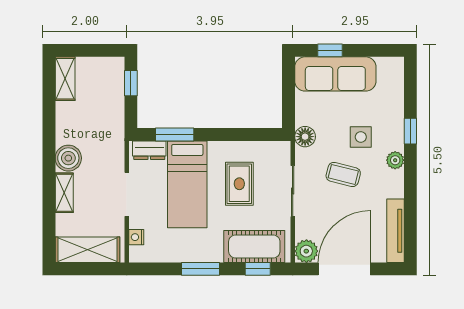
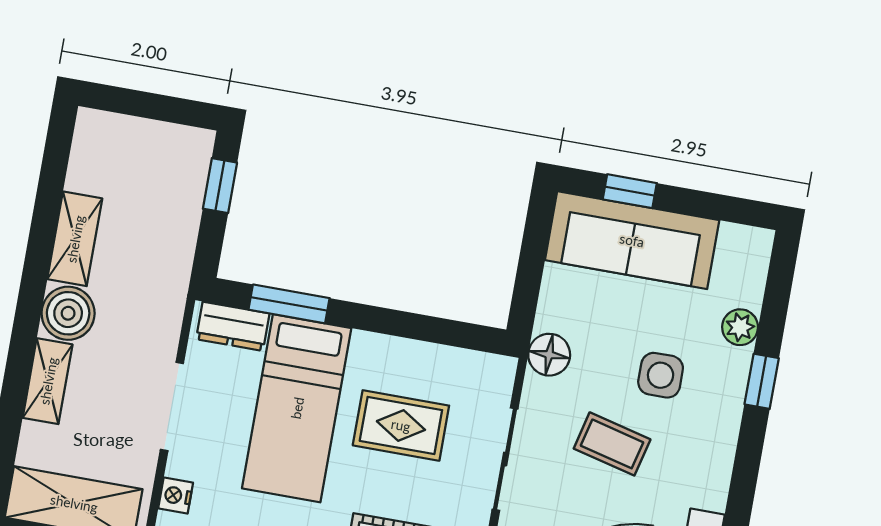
shelving: (65, 79) -> (75, 239), moved
plant: (395, 160) -> (740, 327), moved
rug: (239, 184) -> (401, 425), turned 90

